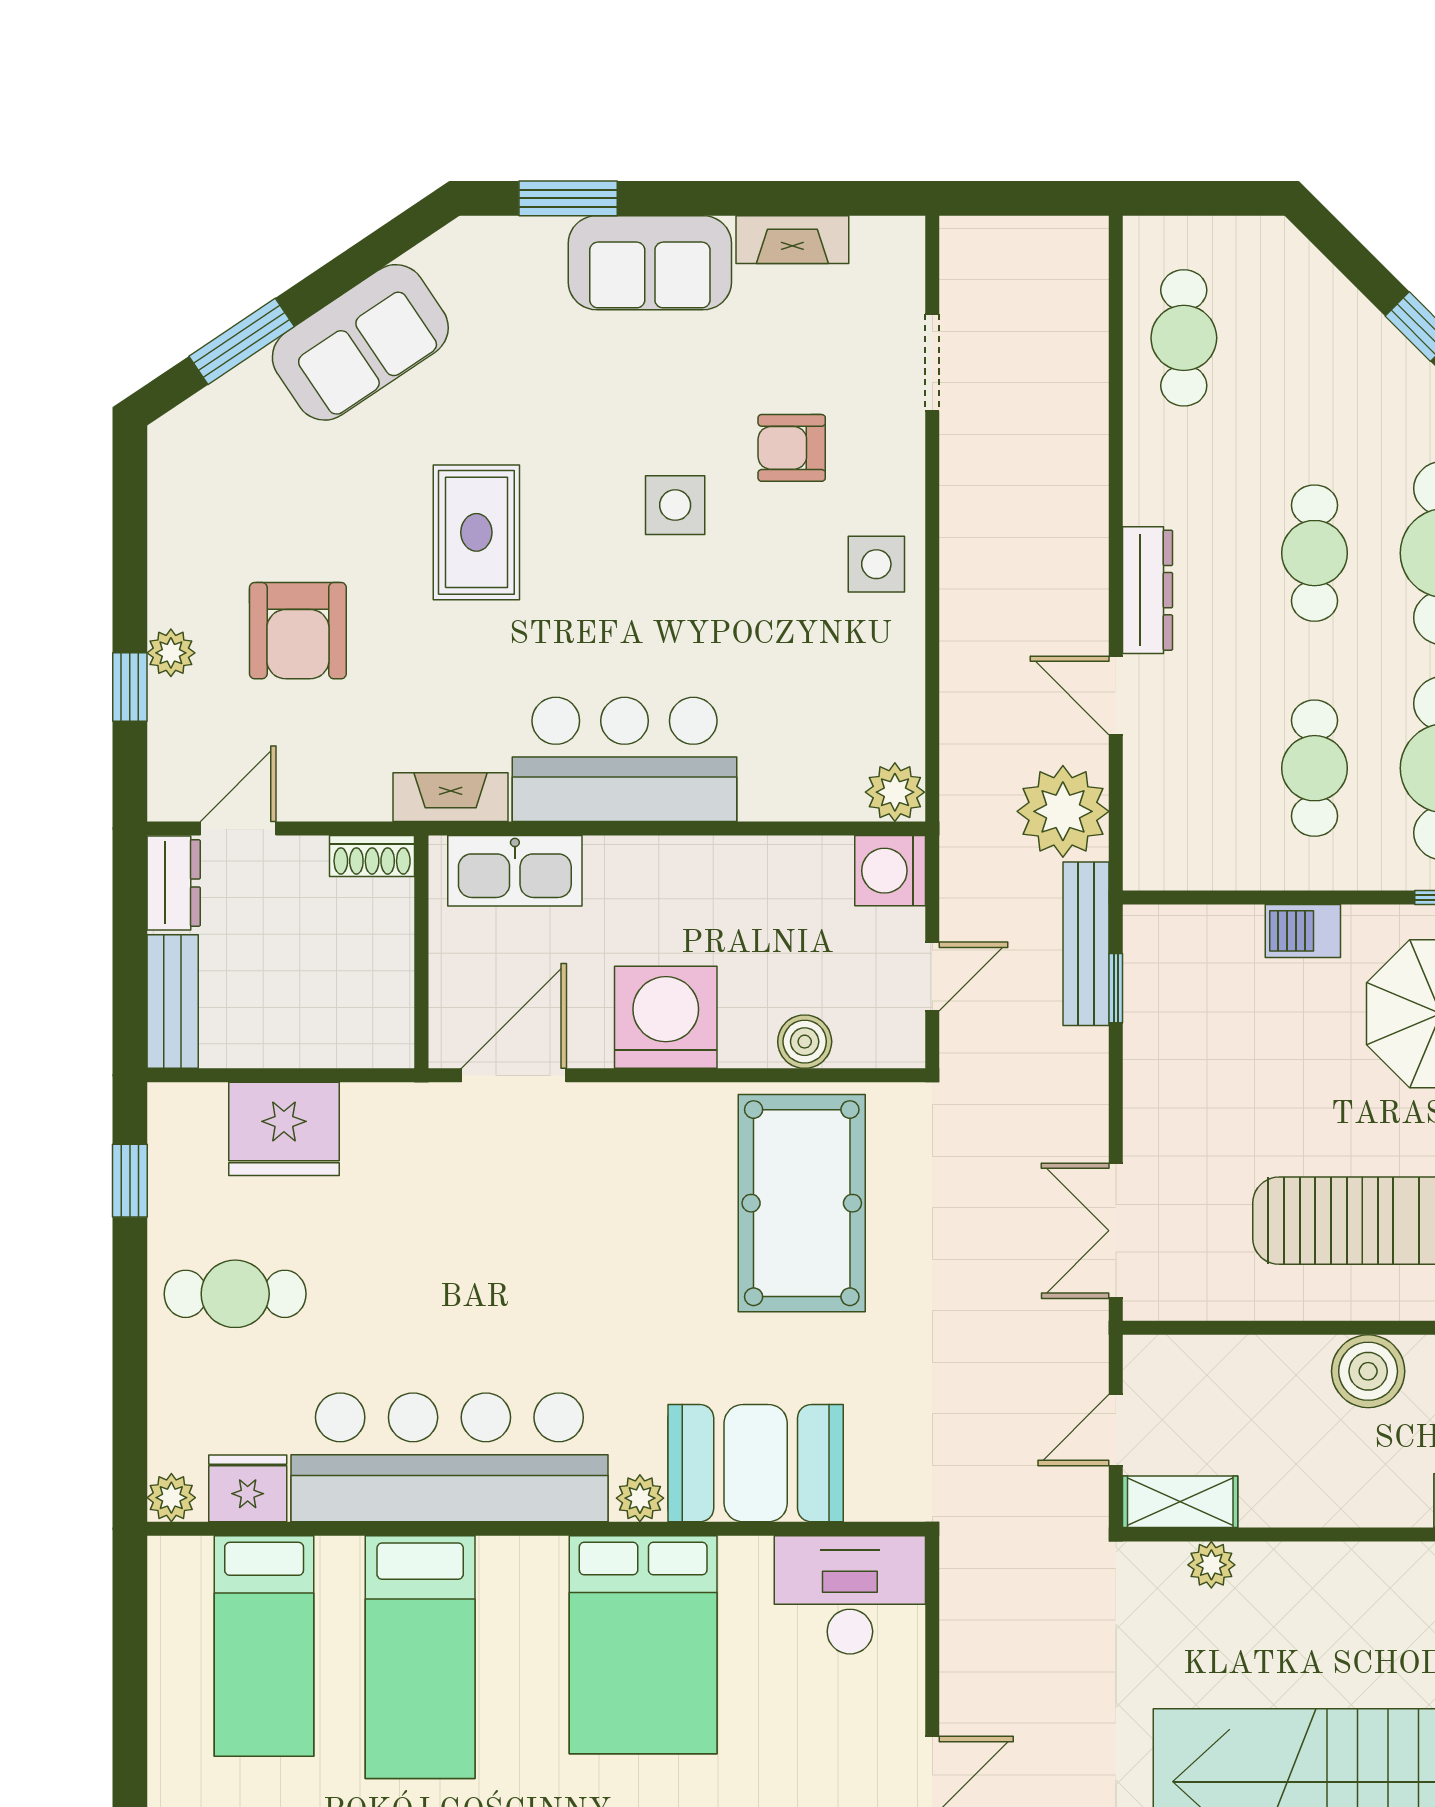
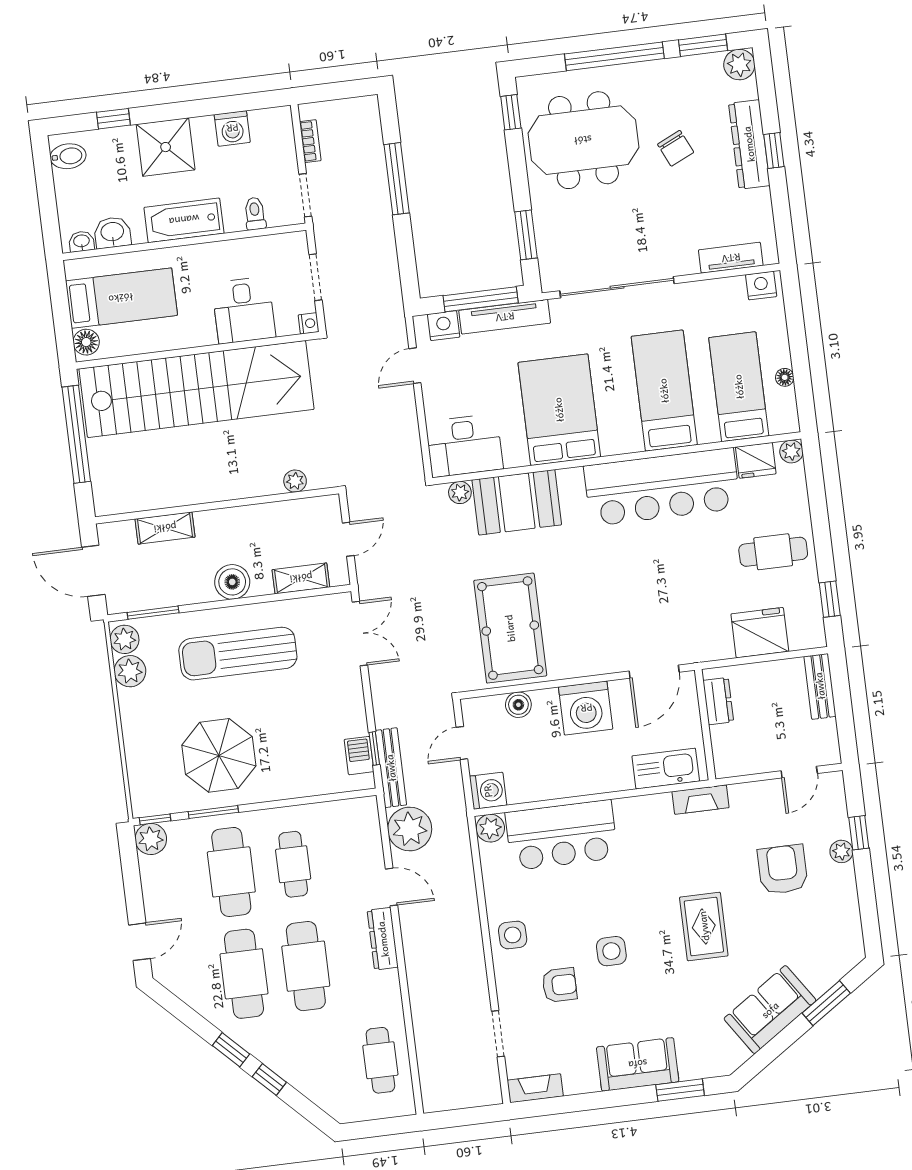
fireplace: (792, 240) -> (535, 1088), moved
cafe table: (1314, 553) -> (306, 966), width x1.37, depth x1.35
bar counter: (625, 759) -> (561, 835), moved
shoe rack: (372, 856) -> (734, 767), removed
dresser: (174, 883) -> (718, 701), moved, turned 180
barbecue: (1303, 931) -> (359, 756), moved, turned -90
plant: (640, 1498) -> (460, 492), moved
shelving: (1180, 1502) -> (301, 578), moved
floor lamp: (166, 1654) -> (785, 377), added

